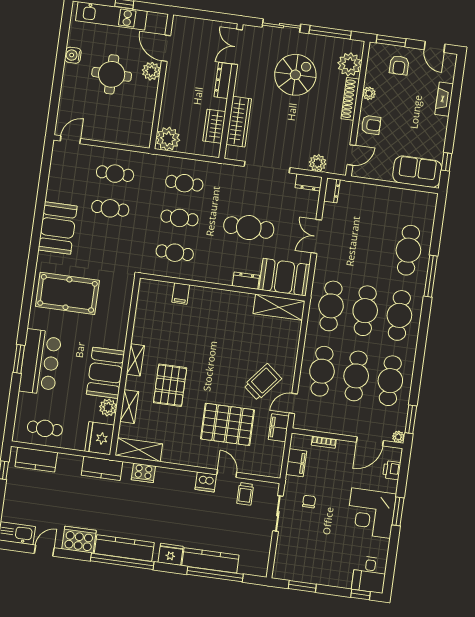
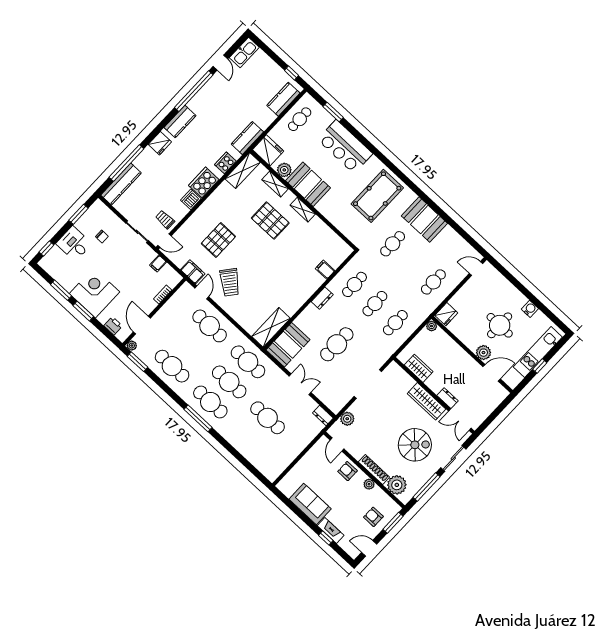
double door: (237, 47) -> (460, 420), swing flipped
spiral stairs: (295, 75) -> (415, 445), turned -90
dresser: (223, 80) -> (448, 398), width x0.70
wardrobe: (239, 122) -> (426, 401), moved
armchair: (371, 125) -> (348, 471), turned 90
fridge: (139, 137) -> (446, 314), added
plant: (168, 139) -> (432, 326), width x0.53, depth x0.53
door: (70, 140) -> (476, 268), swing flipped
window: (447, 162) -> (326, 538), moved
sofa: (417, 172) -> (310, 504), moved, turned -90
dresser: (309, 182) -> (339, 404), removed
cafe table: (110, 208) -> (393, 244), moved
cafe table: (408, 250) -> (268, 418), moved
window: (431, 276) -> (198, 418), moved
dresser: (246, 281) -> (322, 298), moved
window: (19, 359) -> (333, 112), moved
cafe table: (356, 376) -> (191, 346), removed
pallet: (227, 424) -> (218, 240), width x0.73, depth x0.71
filing cabinet: (296, 463) -> (158, 264), width x0.50
door: (227, 473) -> (165, 241), moved
chair: (309, 502) -> (102, 237), moved
cooker: (79, 540) -> (204, 182), moved, turned 180
kitchen counter: (124, 548) -> (180, 122), width x0.67
window: (393, 549) -> (61, 290), added
kitchen counter: (210, 560) -> (121, 184), moved
window: (122, 561) -> (194, 91), moved
desk: (369, 574) -> (74, 244), moved

